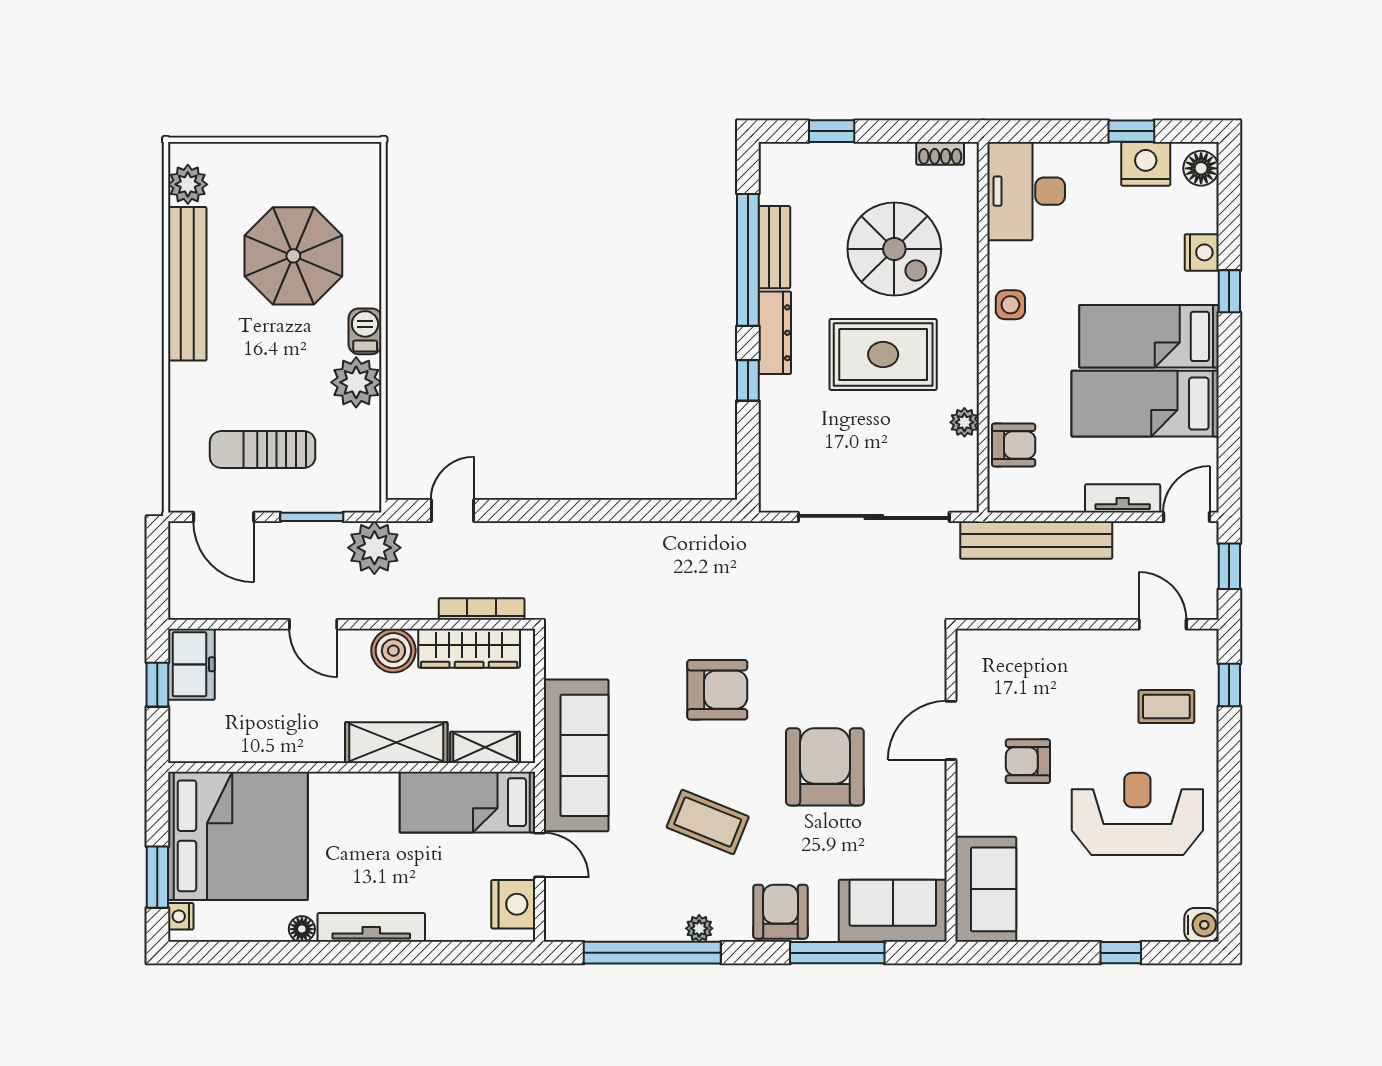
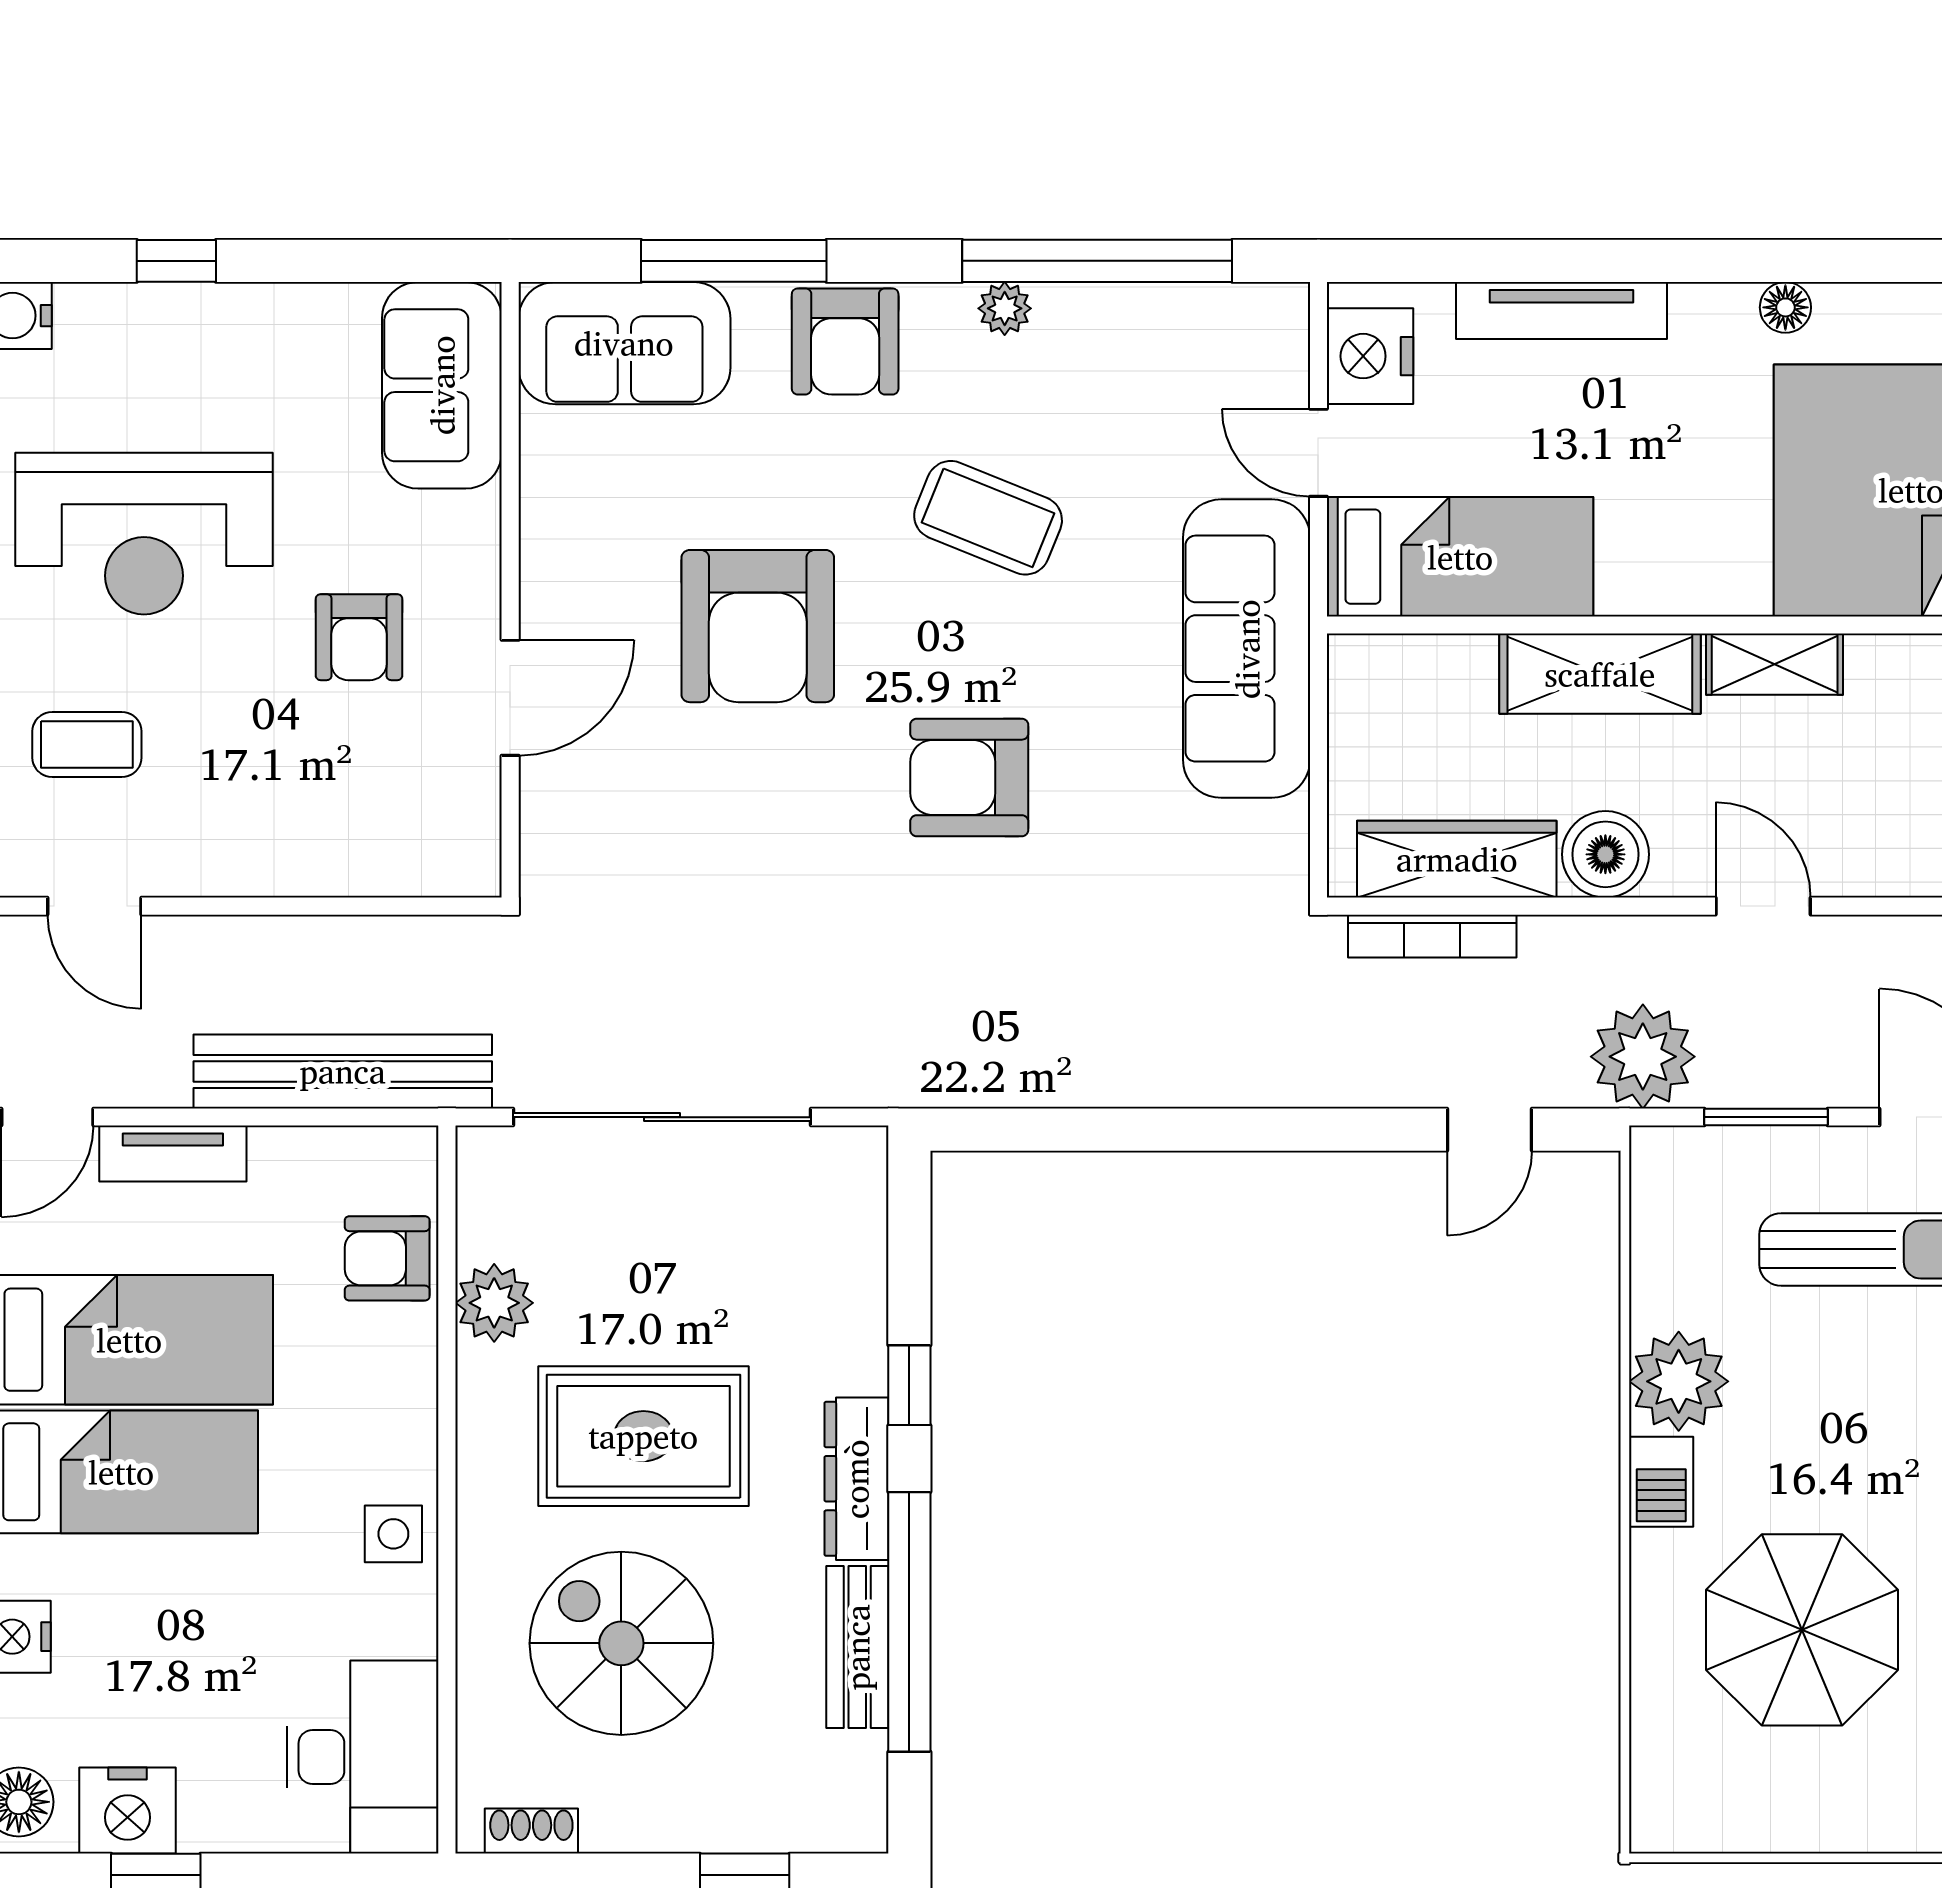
plant: (964, 422) -> (494, 1303), width x1.38, depth x1.38
shelving: (485, 747) -> (1775, 664), moved
armchair: (1028, 761) -> (359, 637), turned 90
tv unit: (371, 927) -> (1562, 310), moved

